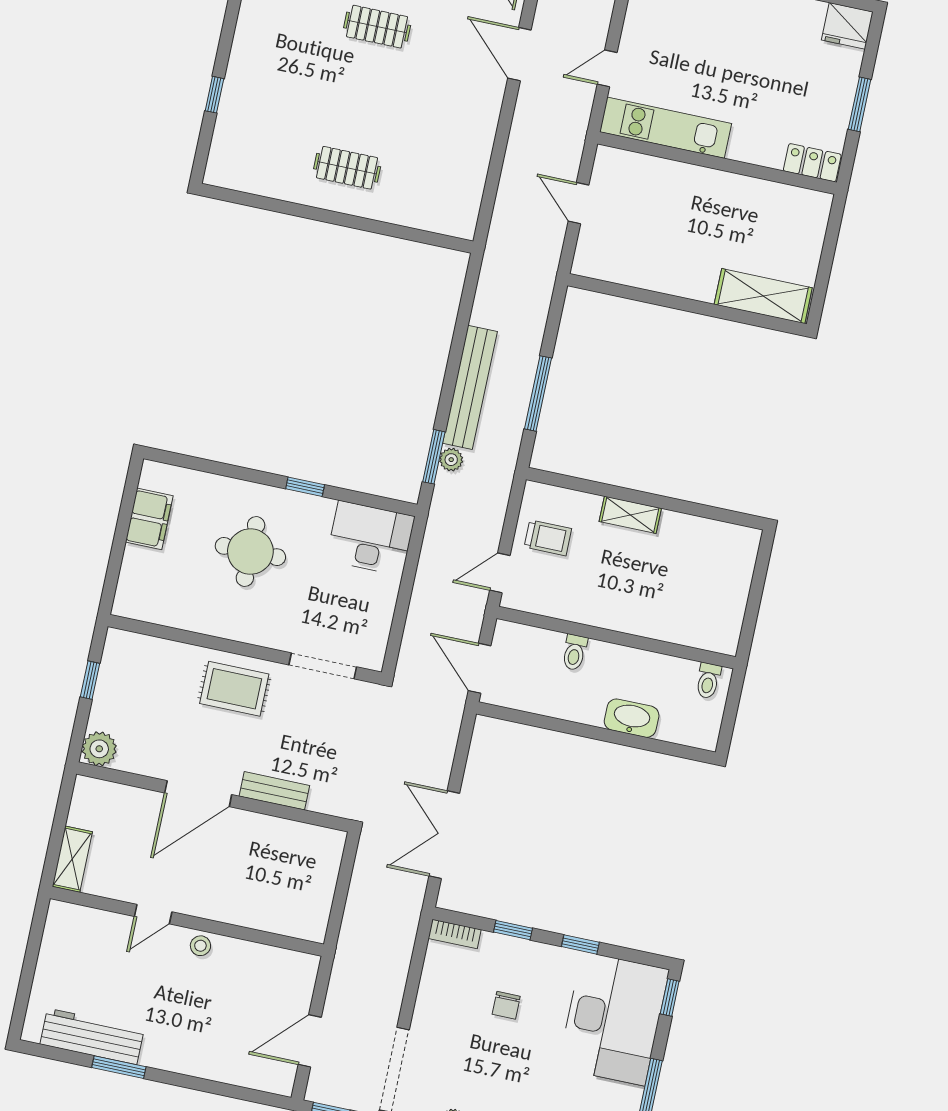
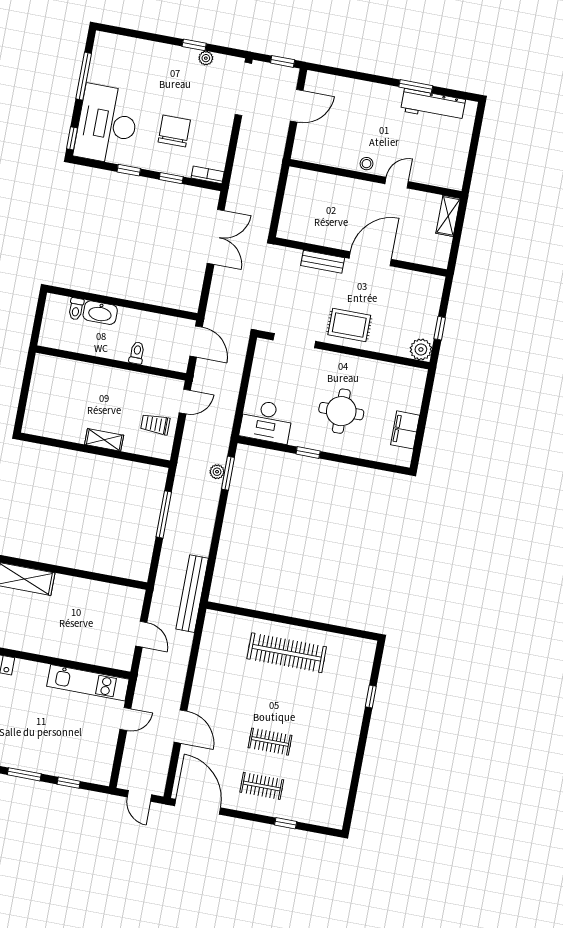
clothes rail: (347, 168) -> (287, 653), width x1.86, depth x1.31
bench: (470, 387) -> (192, 594), moved
toilet: (708, 681) -> (76, 309), moved, turned 180
plant: (99, 749) -> (421, 349), moved
chair: (506, 1005) -> (174, 131), width x1.87, depth x1.87

